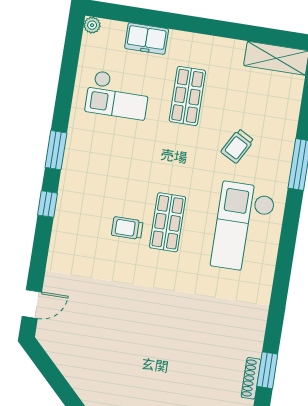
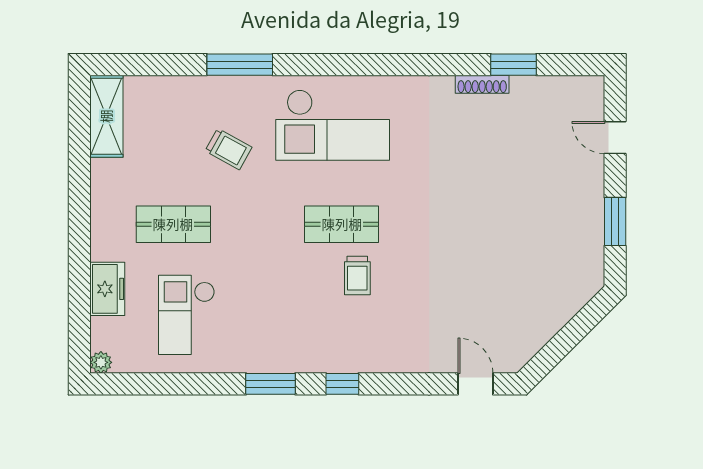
checkout: (118, 95) -> (187, 315), turned 180
shoe rack: (251, 378) -> (482, 84), moved

